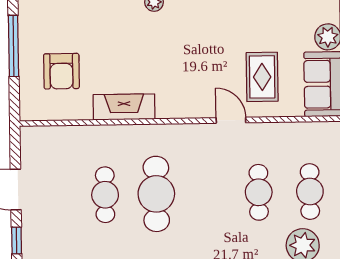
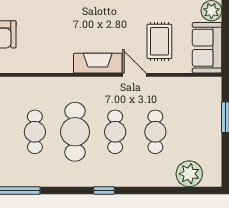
fireplace: (124, 107) -> (98, 63), moved
cafe table: (310, 192) -> (115, 132), moved

